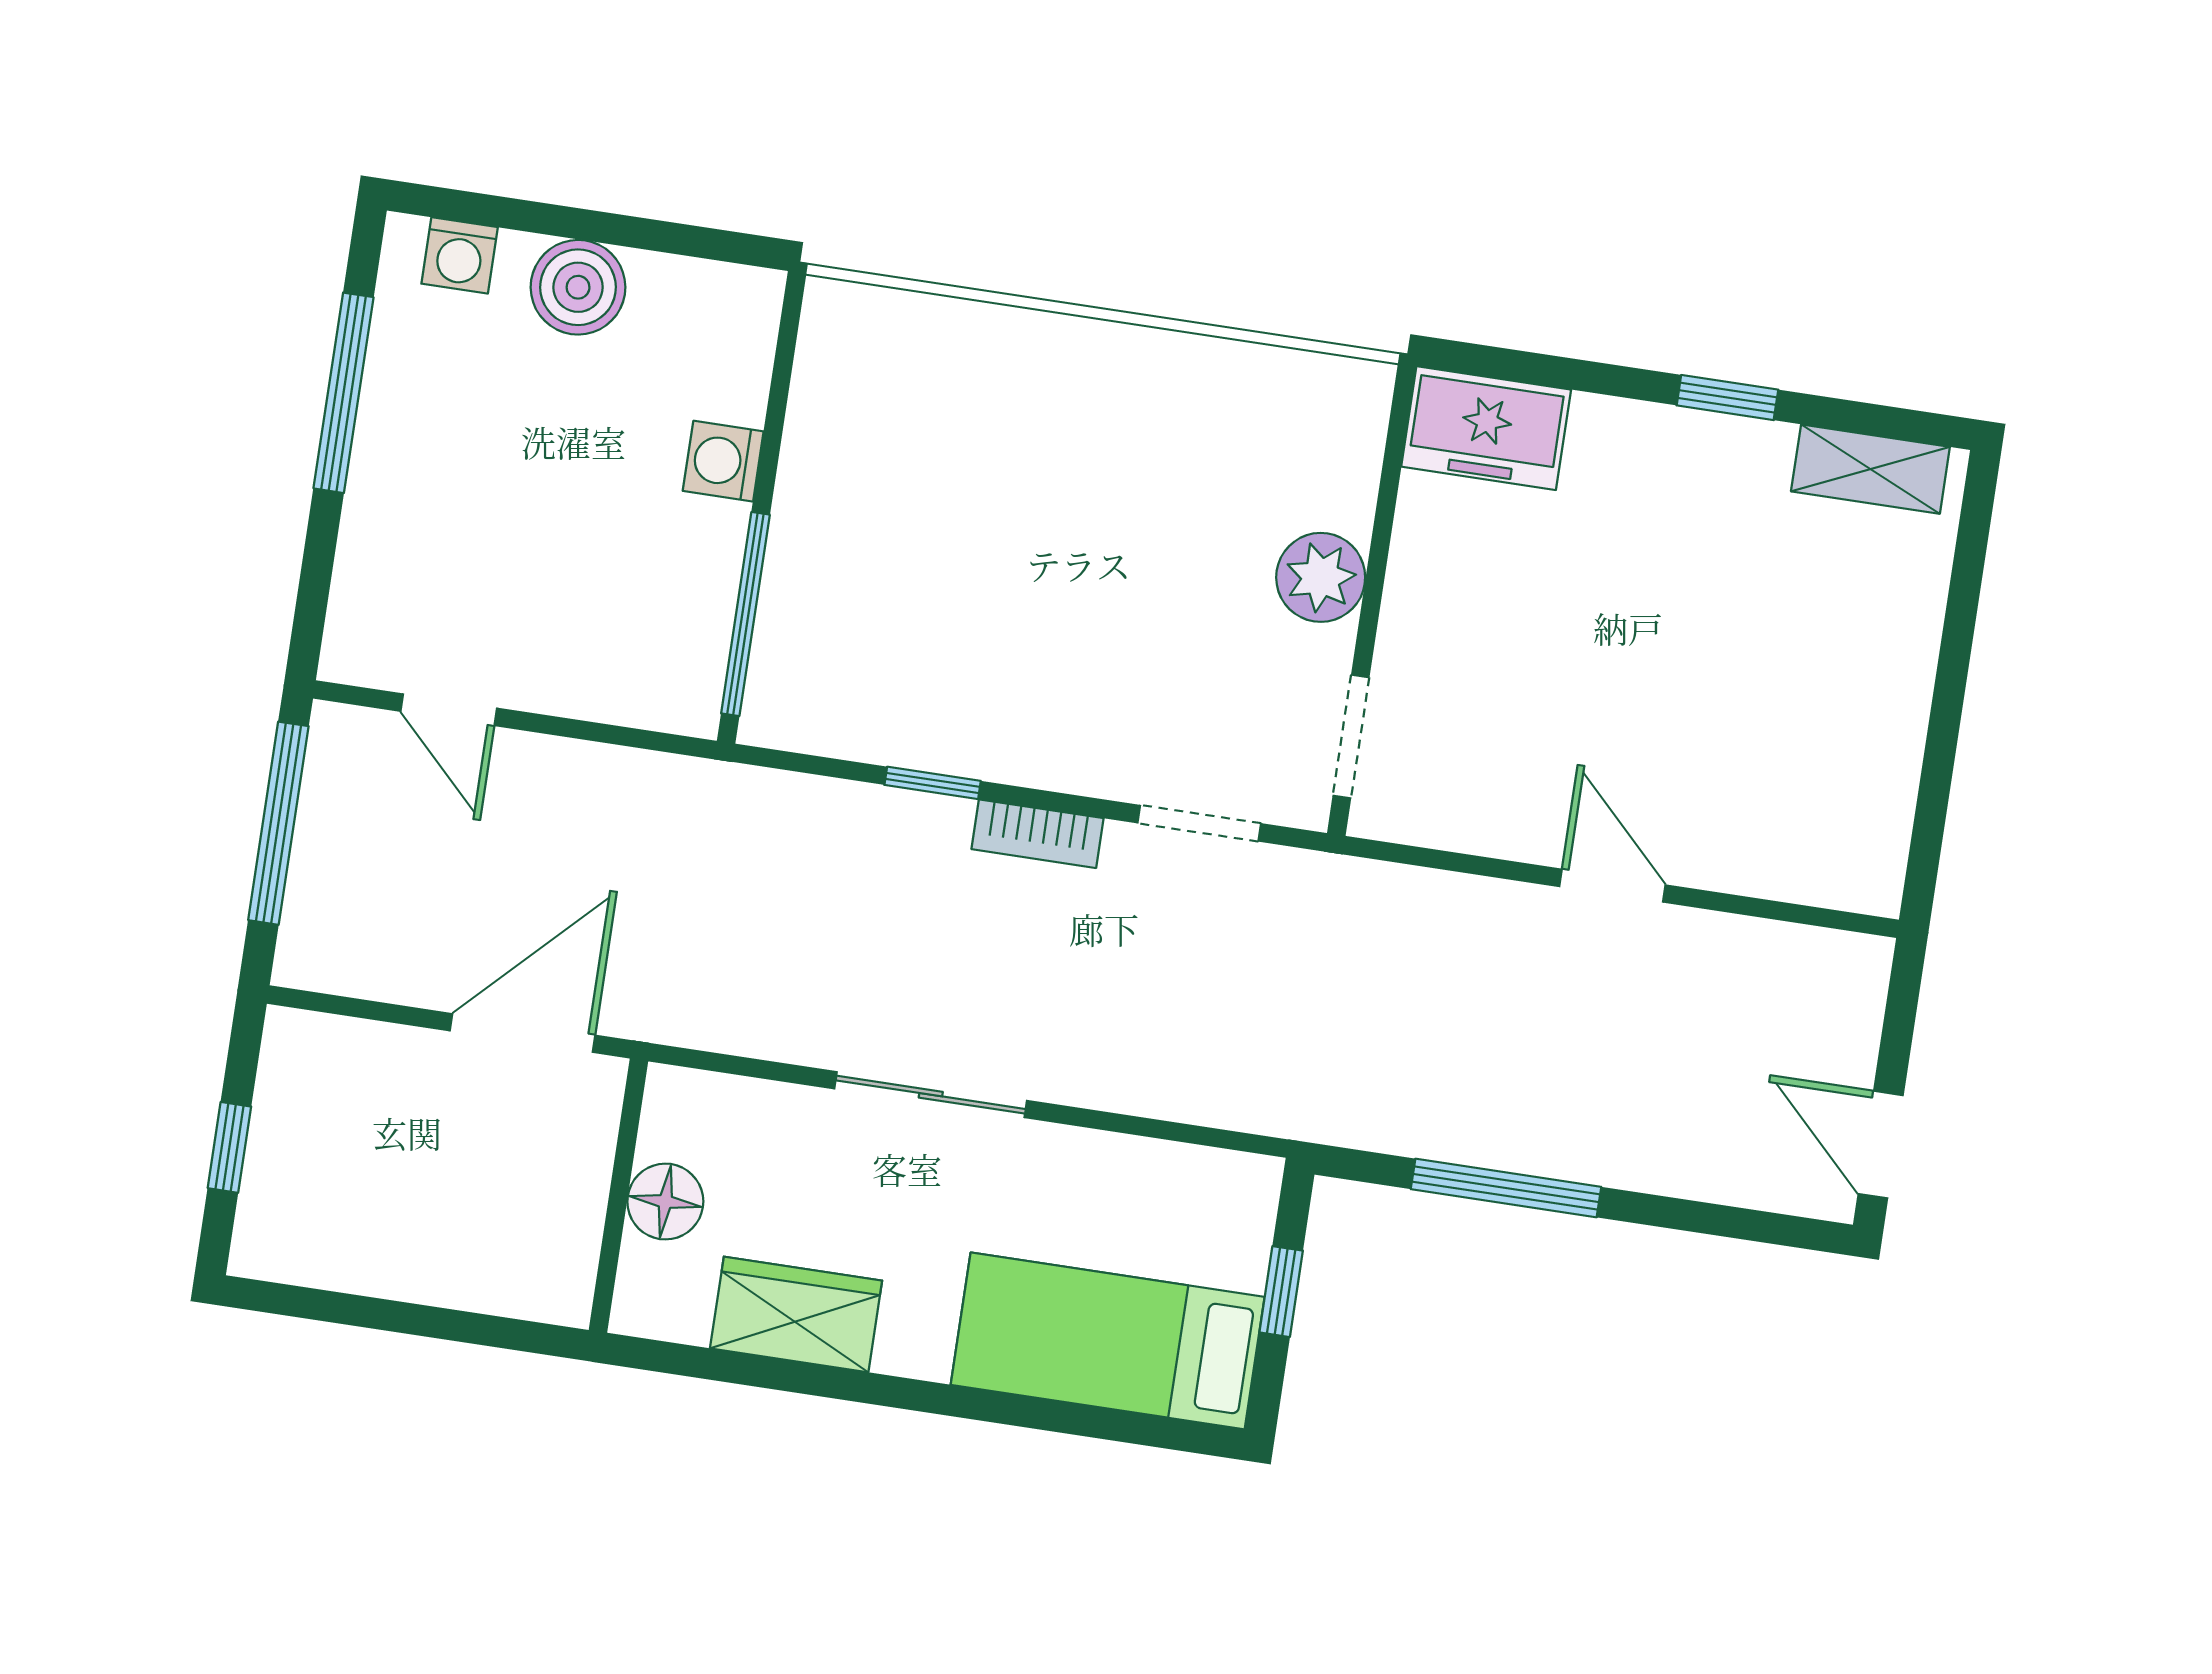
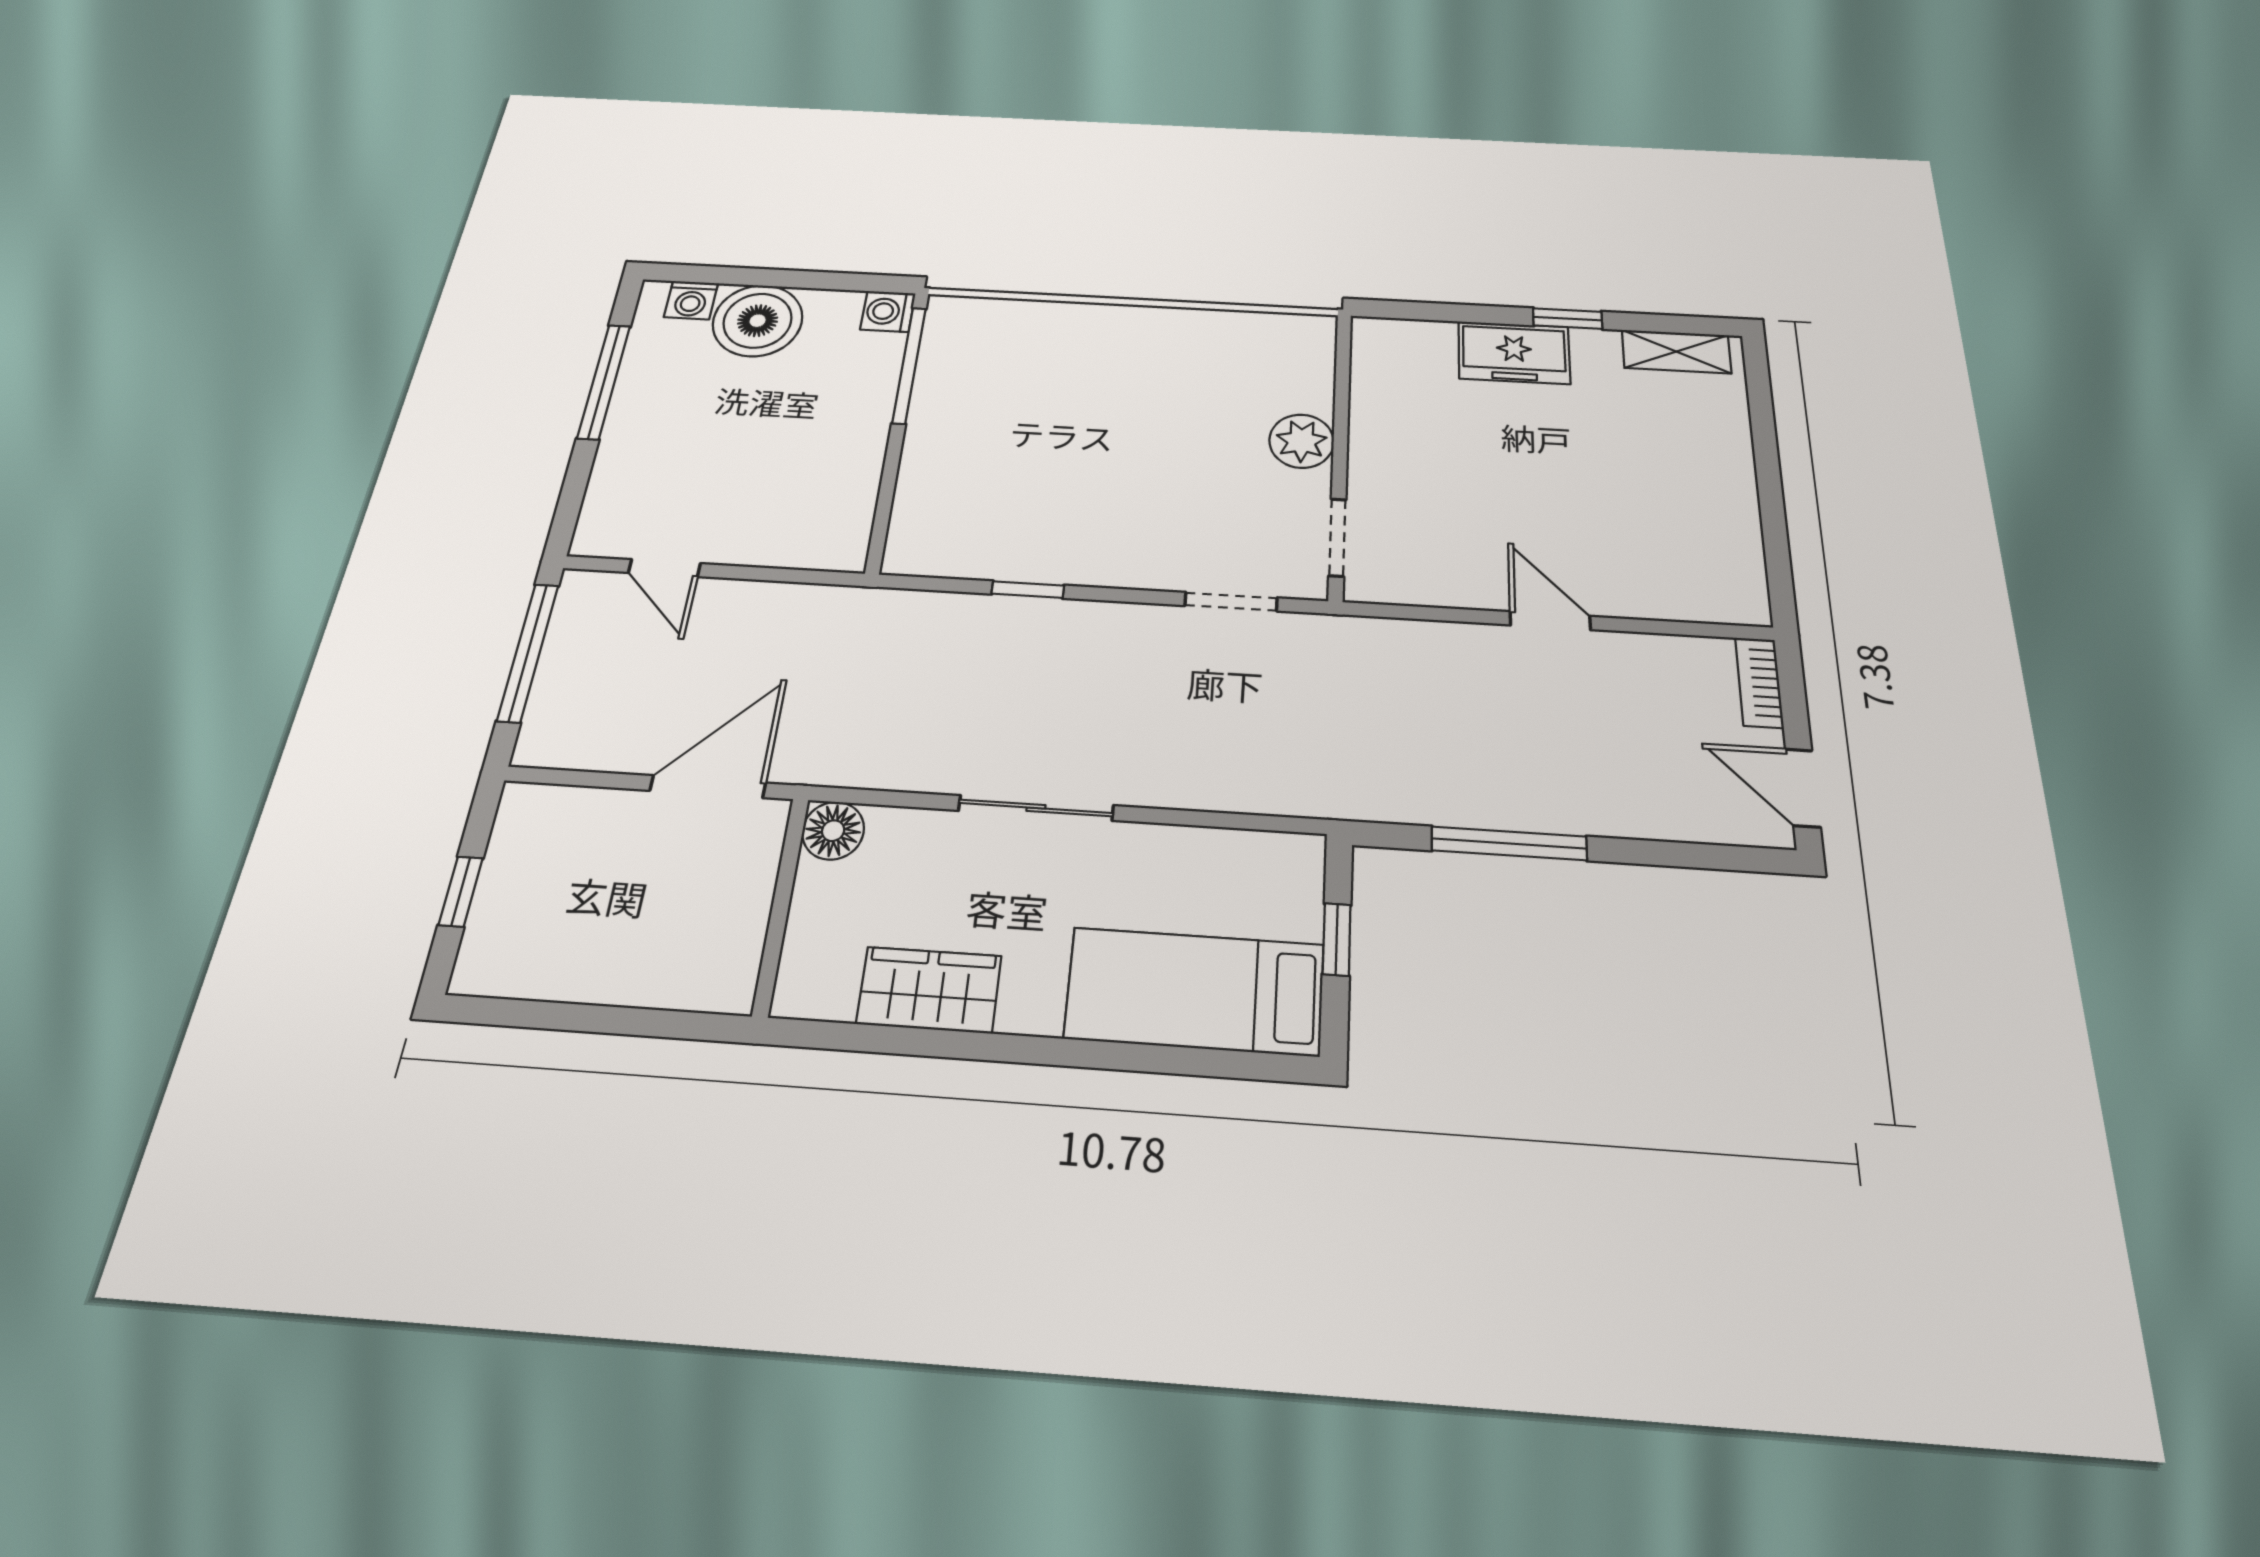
boiler: (578, 287) -> (758, 321), width x1.37, depth x1.37
freezer: (1486, 428) -> (1514, 353), moved
washing machine: (723, 461) -> (888, 311), moved
window: (745, 614) -> (909, 365), moved
bookcase: (1038, 834) -> (1759, 682), moved, turned 90
floor lamp: (665, 1202) -> (833, 831), moved

